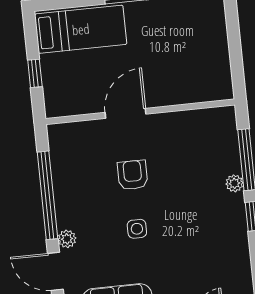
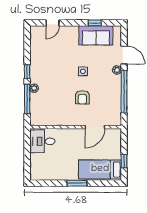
window: (35, 73) -> (124, 161), moved
desk: (206, 75) -> (42, 141), added
door: (126, 113) -> (95, 127), moved

